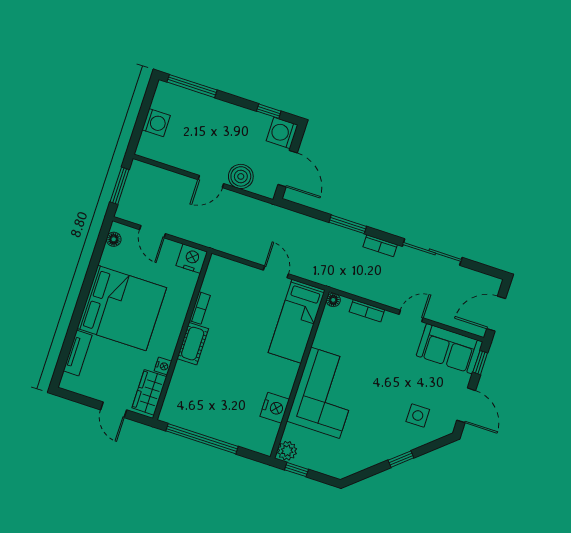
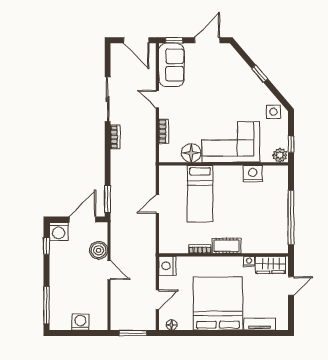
window: (348, 224) -> (108, 199), moved
floor lamp: (333, 300) -> (191, 153), moved, width x1.89, depth x1.89
bed: (297, 321) -> (200, 194), moved, turned 90
side table: (418, 415) -> (273, 112), moved

